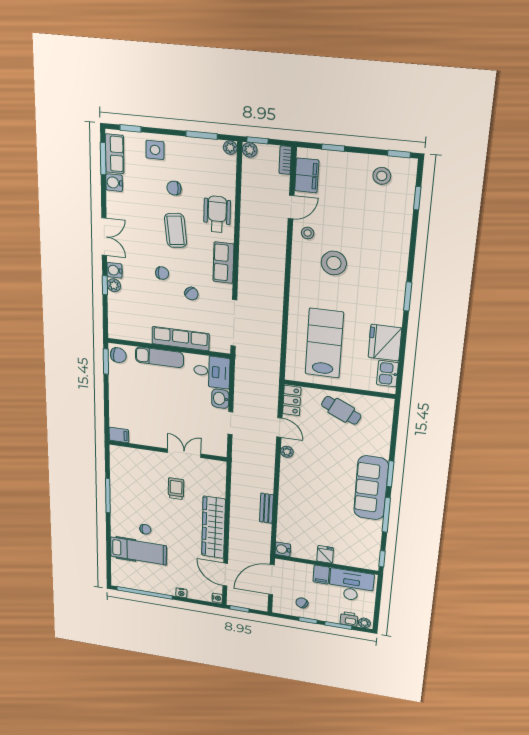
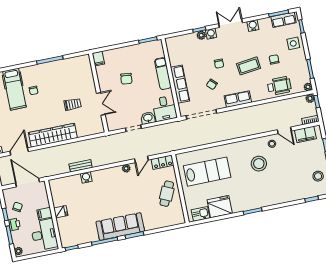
water cooler: (114, 183) -> (253, 26), moved
wheelchair: (217, 214) -> (279, 86), moved
double door: (104, 237) -> (231, 23), swing flipped
chair: (118, 355) -> (126, 79), moved
water cooler: (283, 549) -> (86, 177), moved
printer: (349, 619) -> (14, 224), moved

